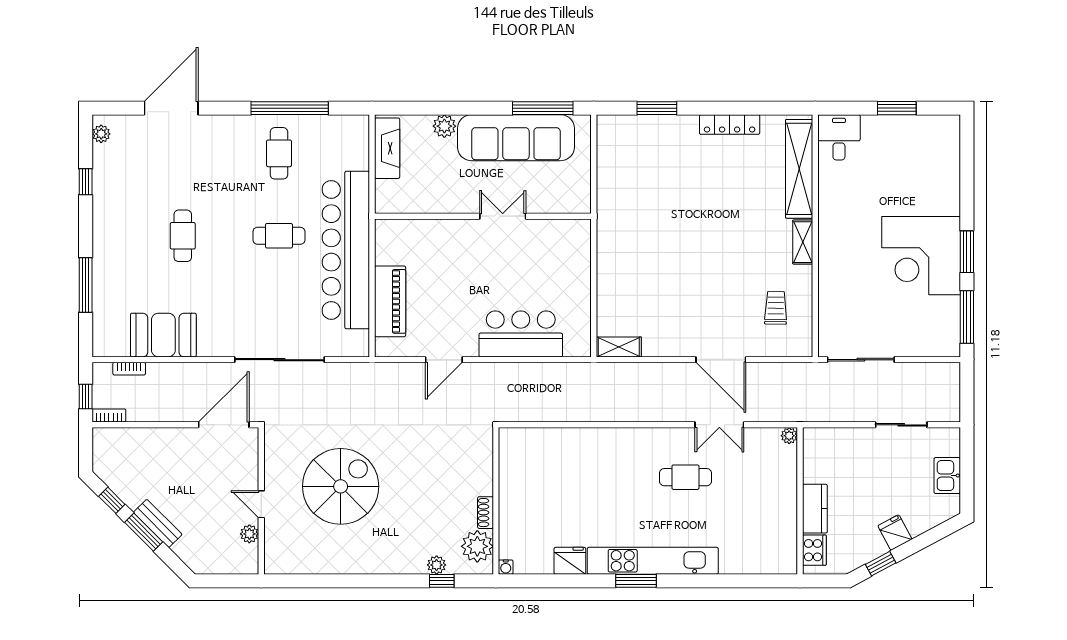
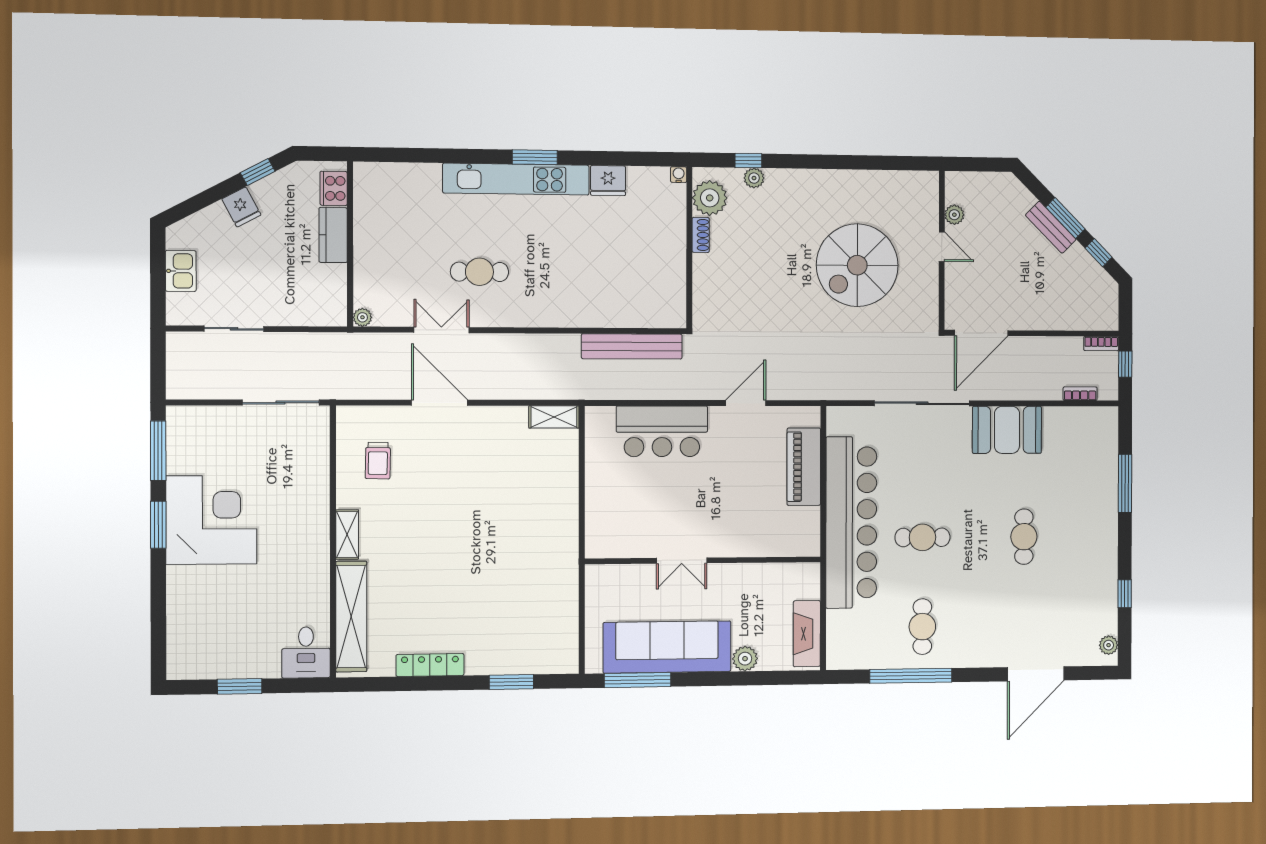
booth: (163, 335) -> (1007, 430), moved
bench: (548, 411) -> (632, 346), added

